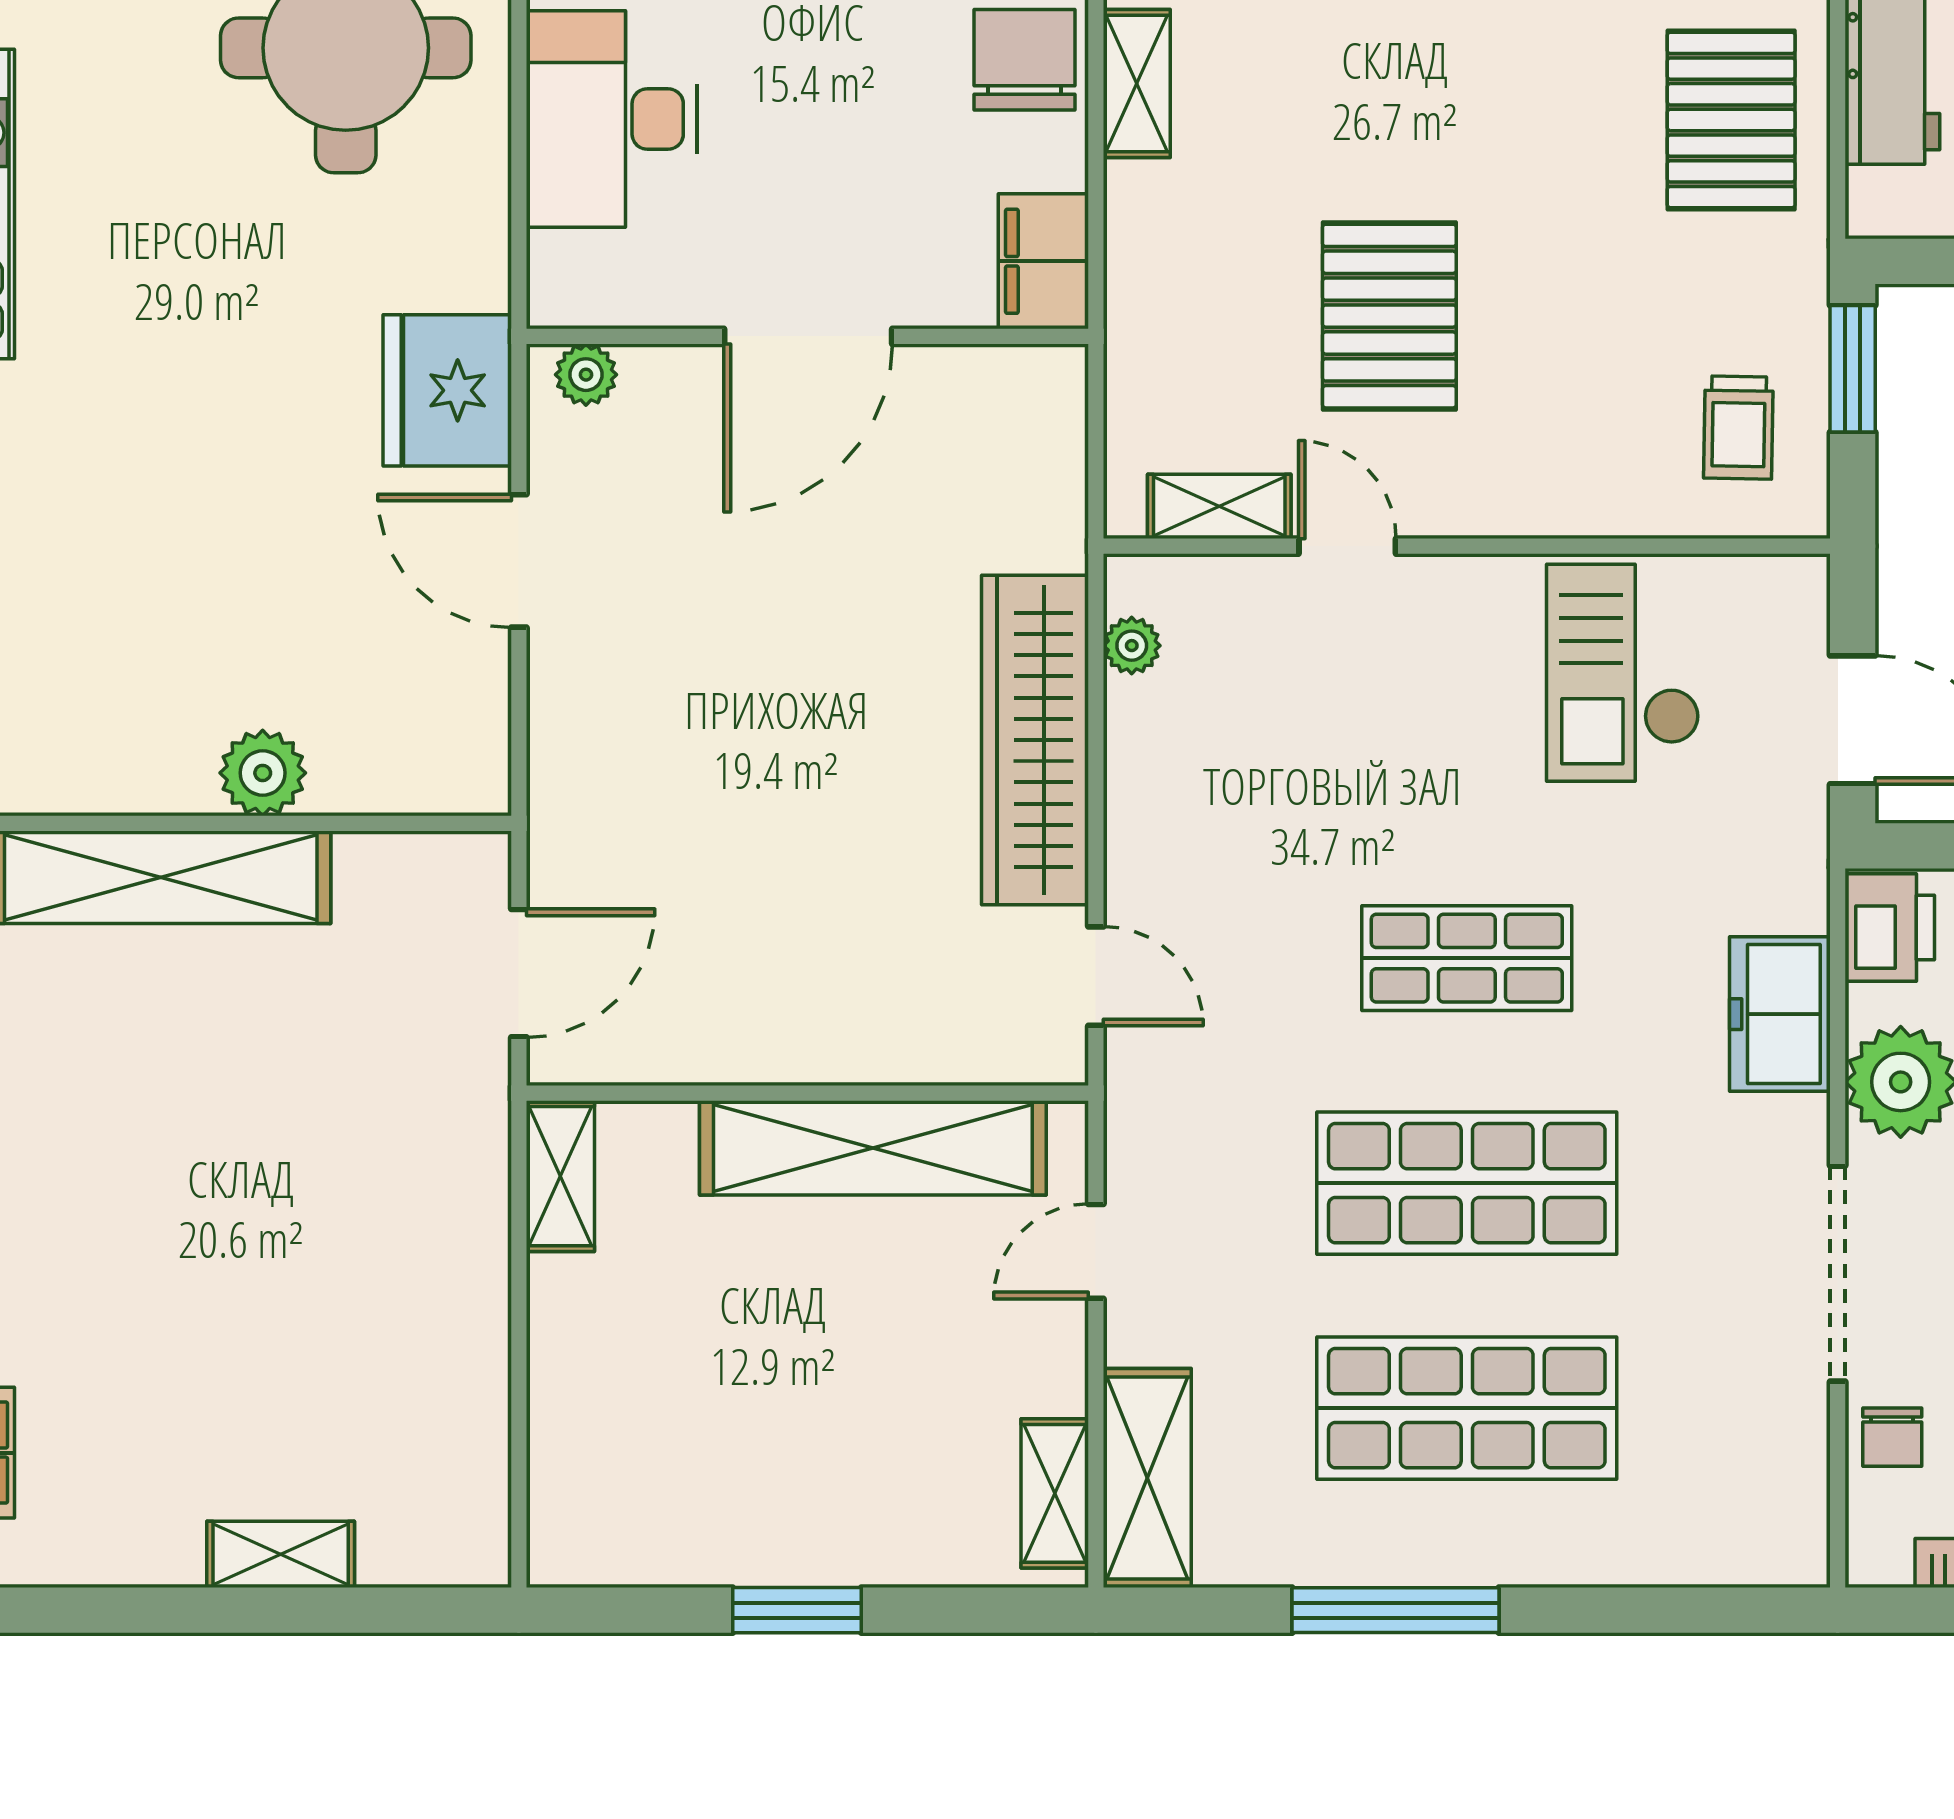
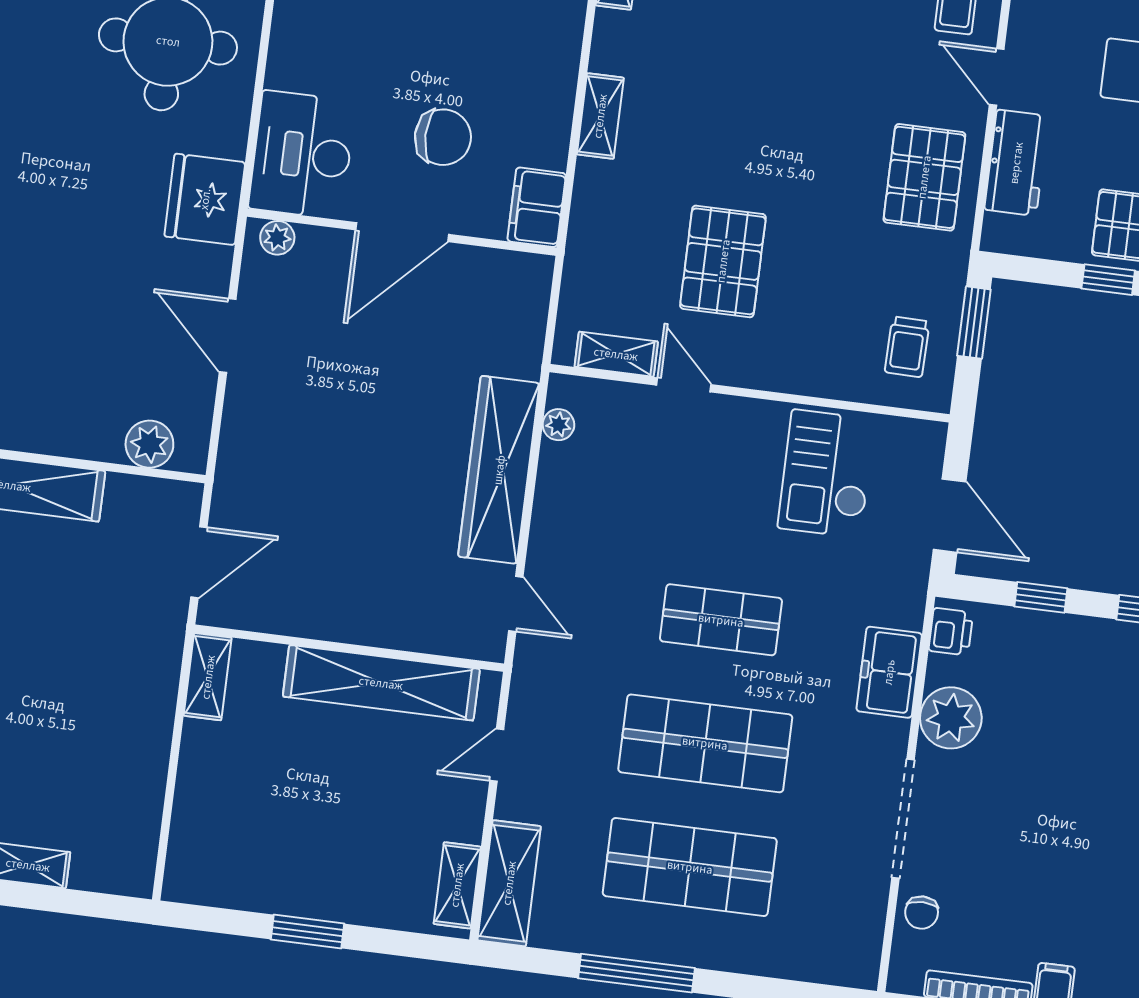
chair: (1025, 60) -> (443, 137), moved, turned 90
desk: (612, 119) -> (302, 155), moved
fridge: (447, 390) -> (205, 199), moved
plant: (263, 773) -> (149, 444), moved
printer: (1890, 927) -> (951, 632), width x0.73, depth x0.81

